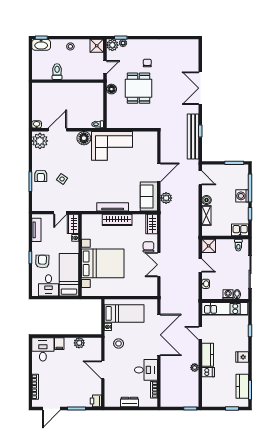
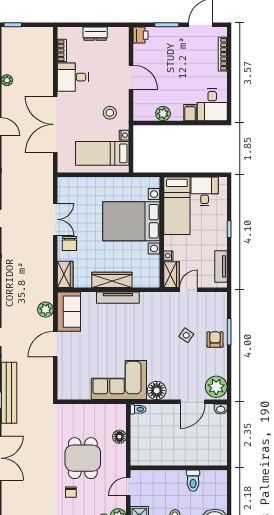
floor lamp: (111, 89) -> (119, 437), moved
armchair: (42, 261) -> (213, 224), removed

